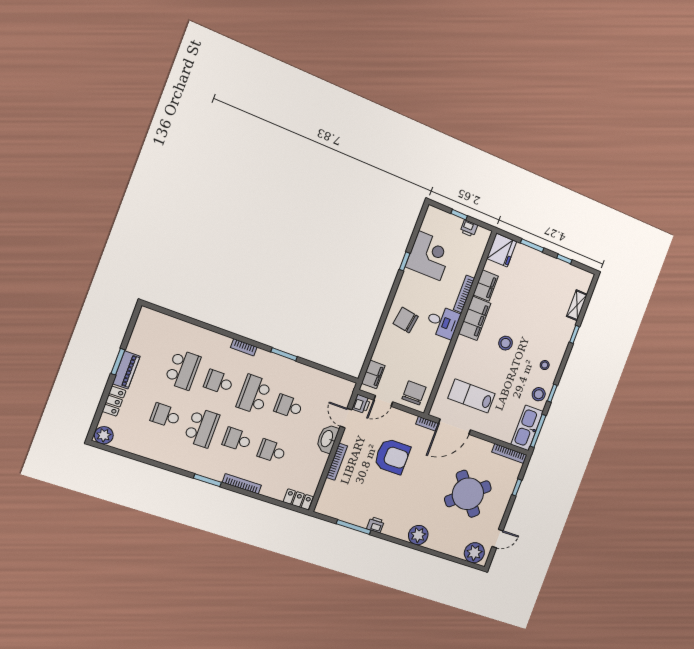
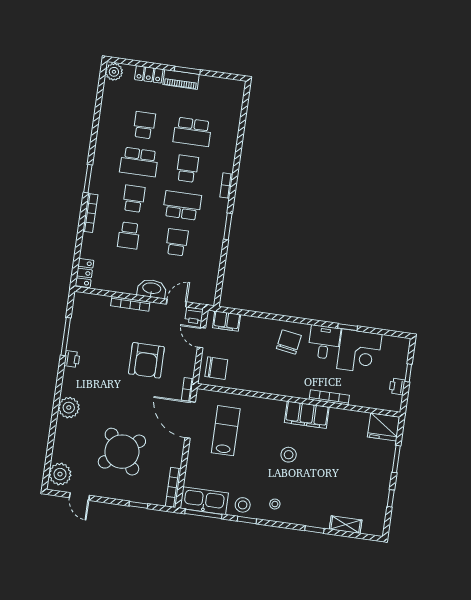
filing cabinet: (486, 286) -> (343, 418), removed
desk: (443, 322) -> (324, 342), moved, turned 180
school desk: (272, 451) -> (129, 235), turned 180

